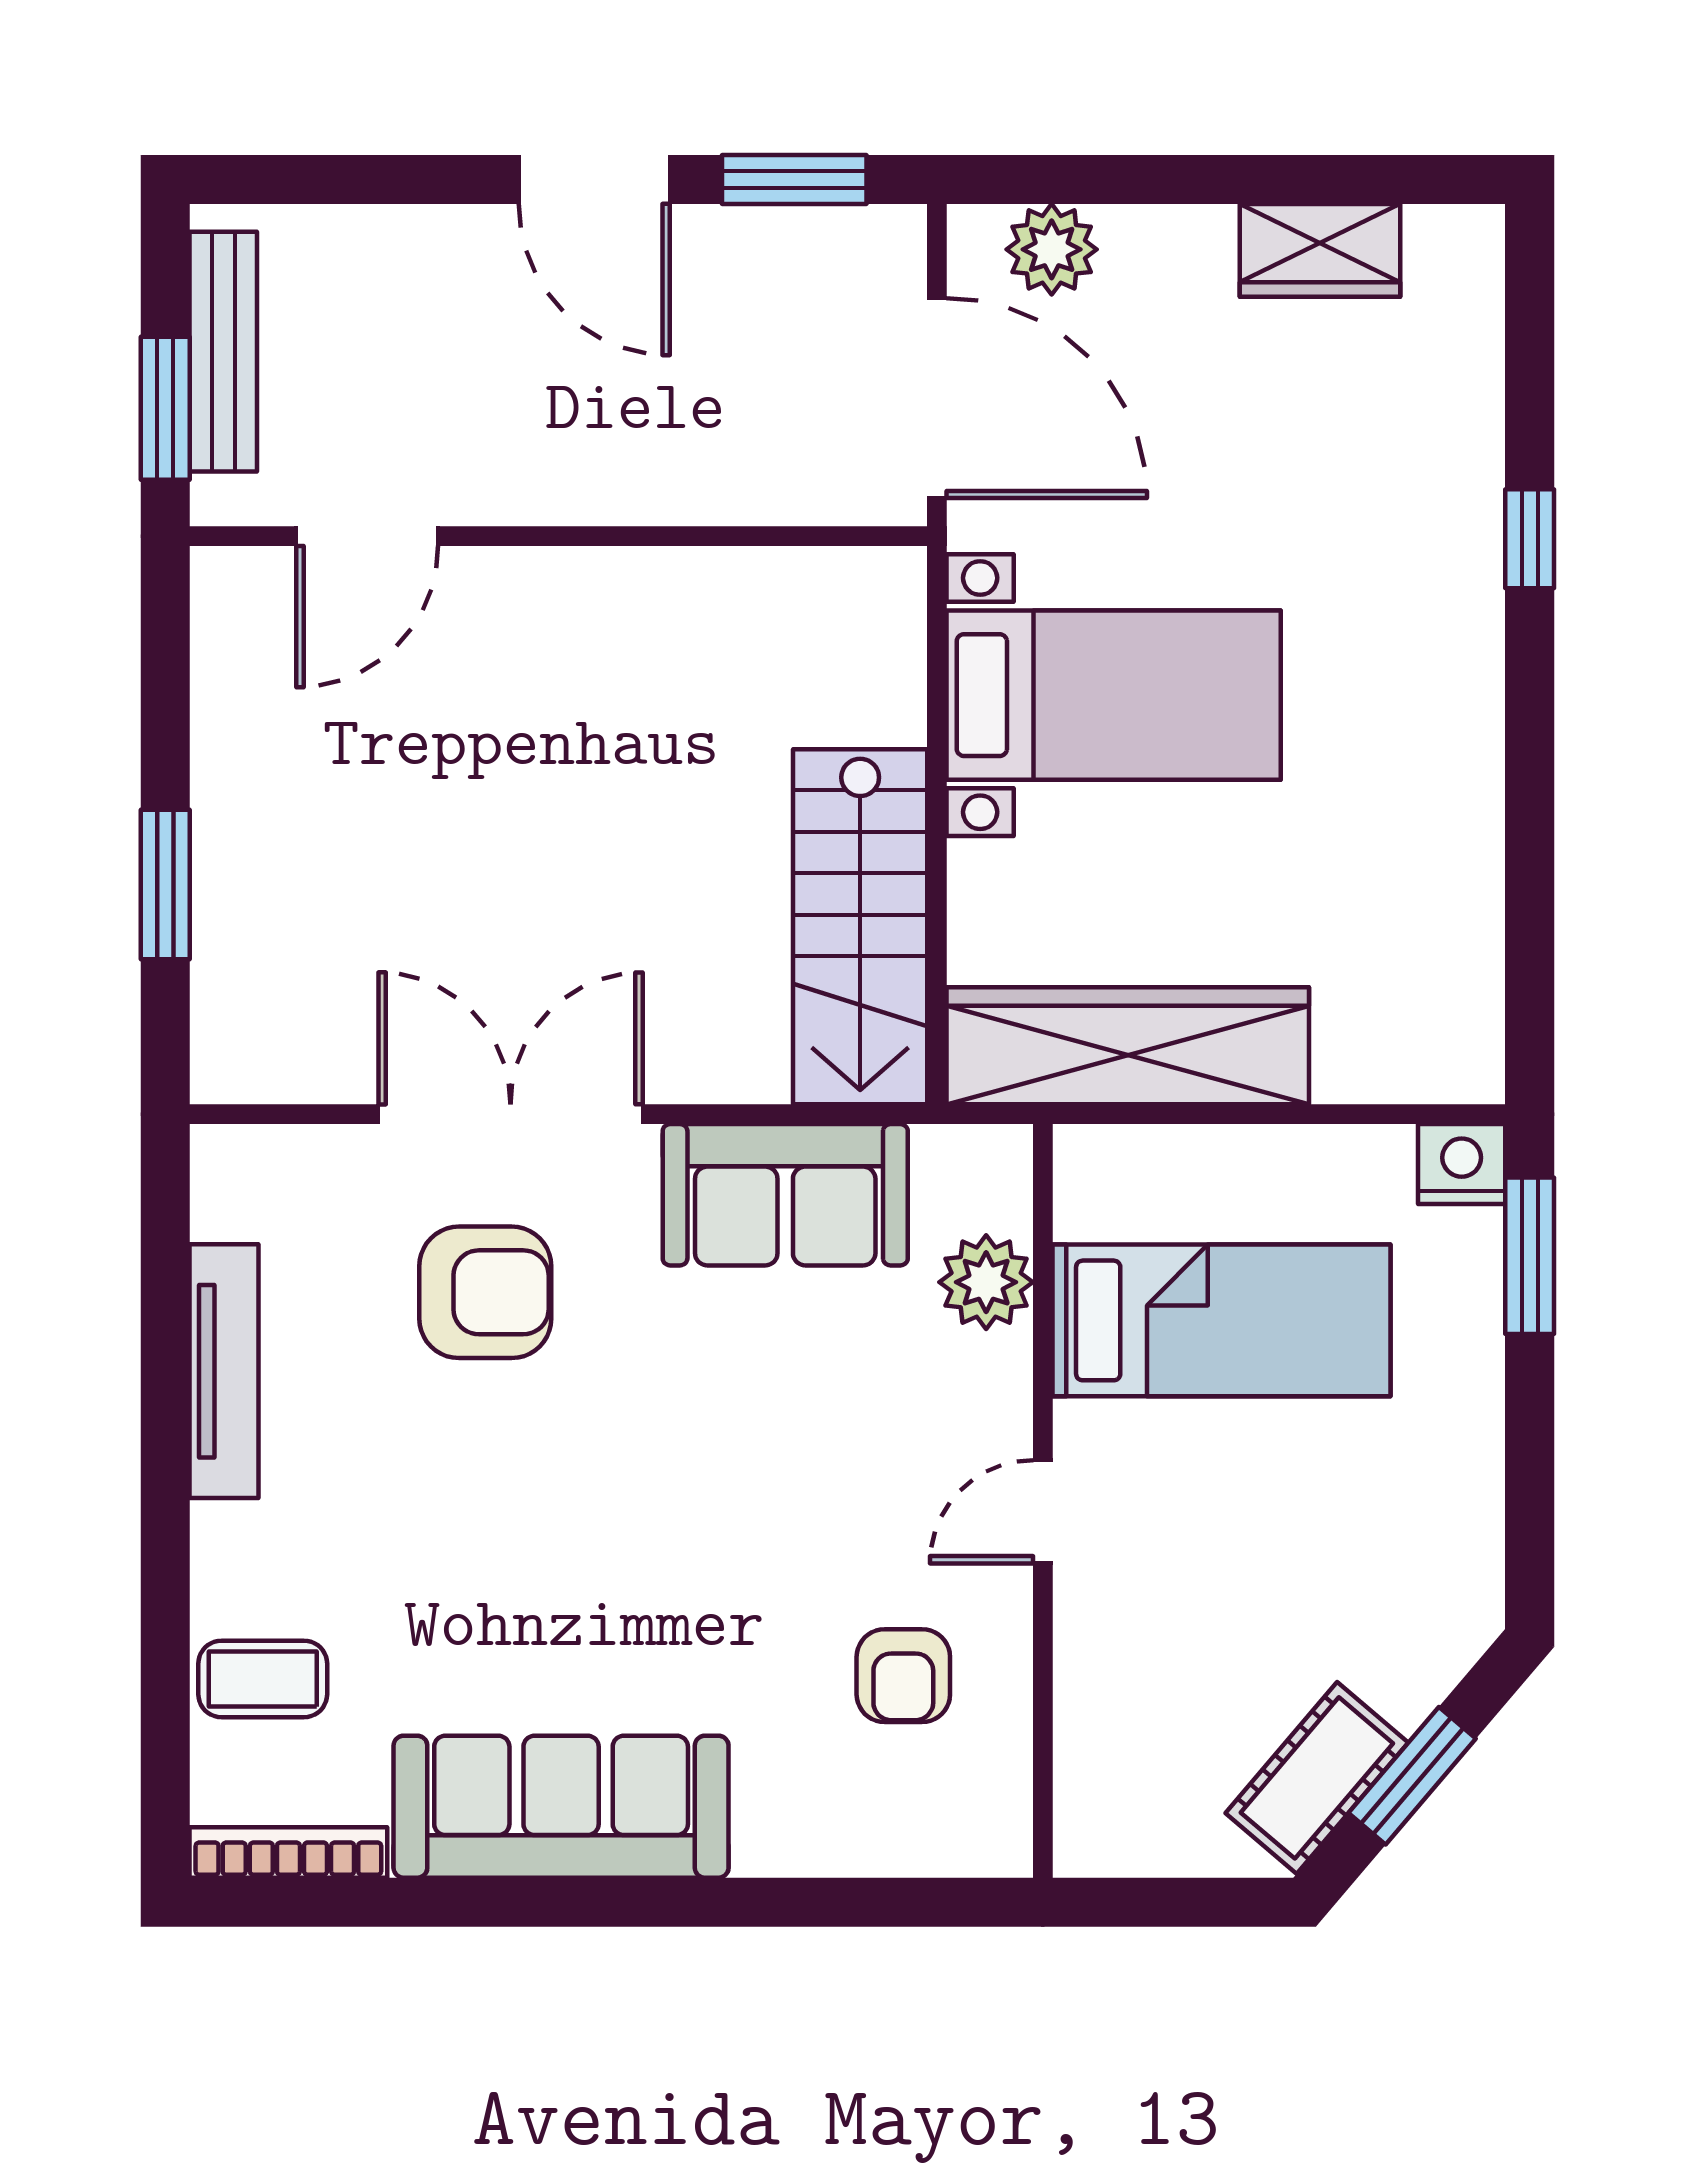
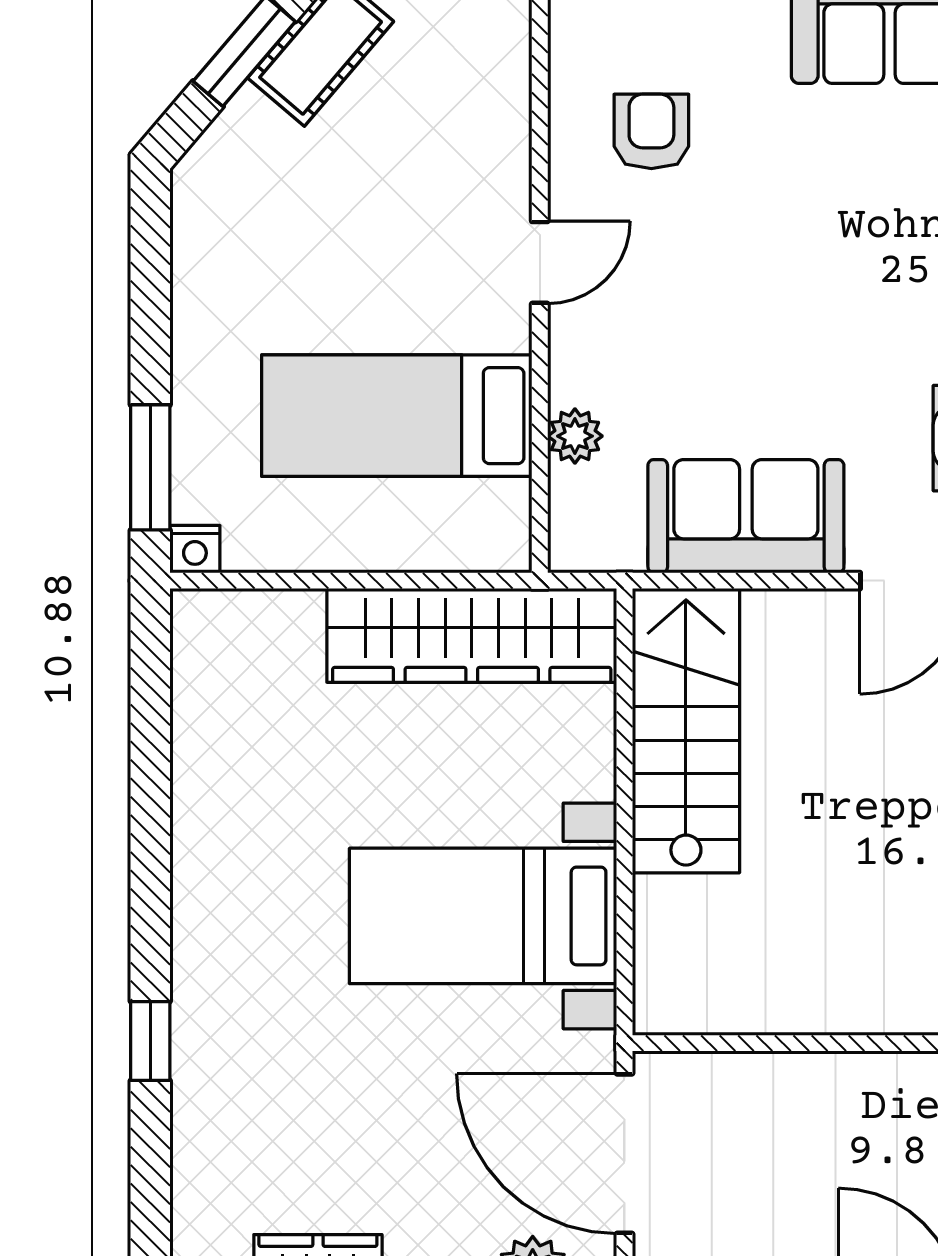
nightstand: (1462, 1164) -> (195, 549), width x0.72, depth x0.74
plant: (986, 1282) -> (575, 436), width x0.73, depth x0.73

